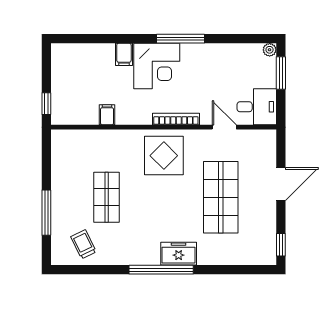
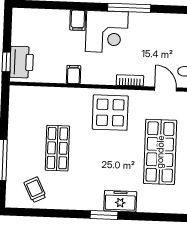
printer: (63, 103) -> (22, 62), added
filing cabinet: (107, 115) -> (74, 75), moved
bookcase: (176, 119) -> (130, 80), width x0.64
window: (161, 270) -> (104, 215), width x0.47

